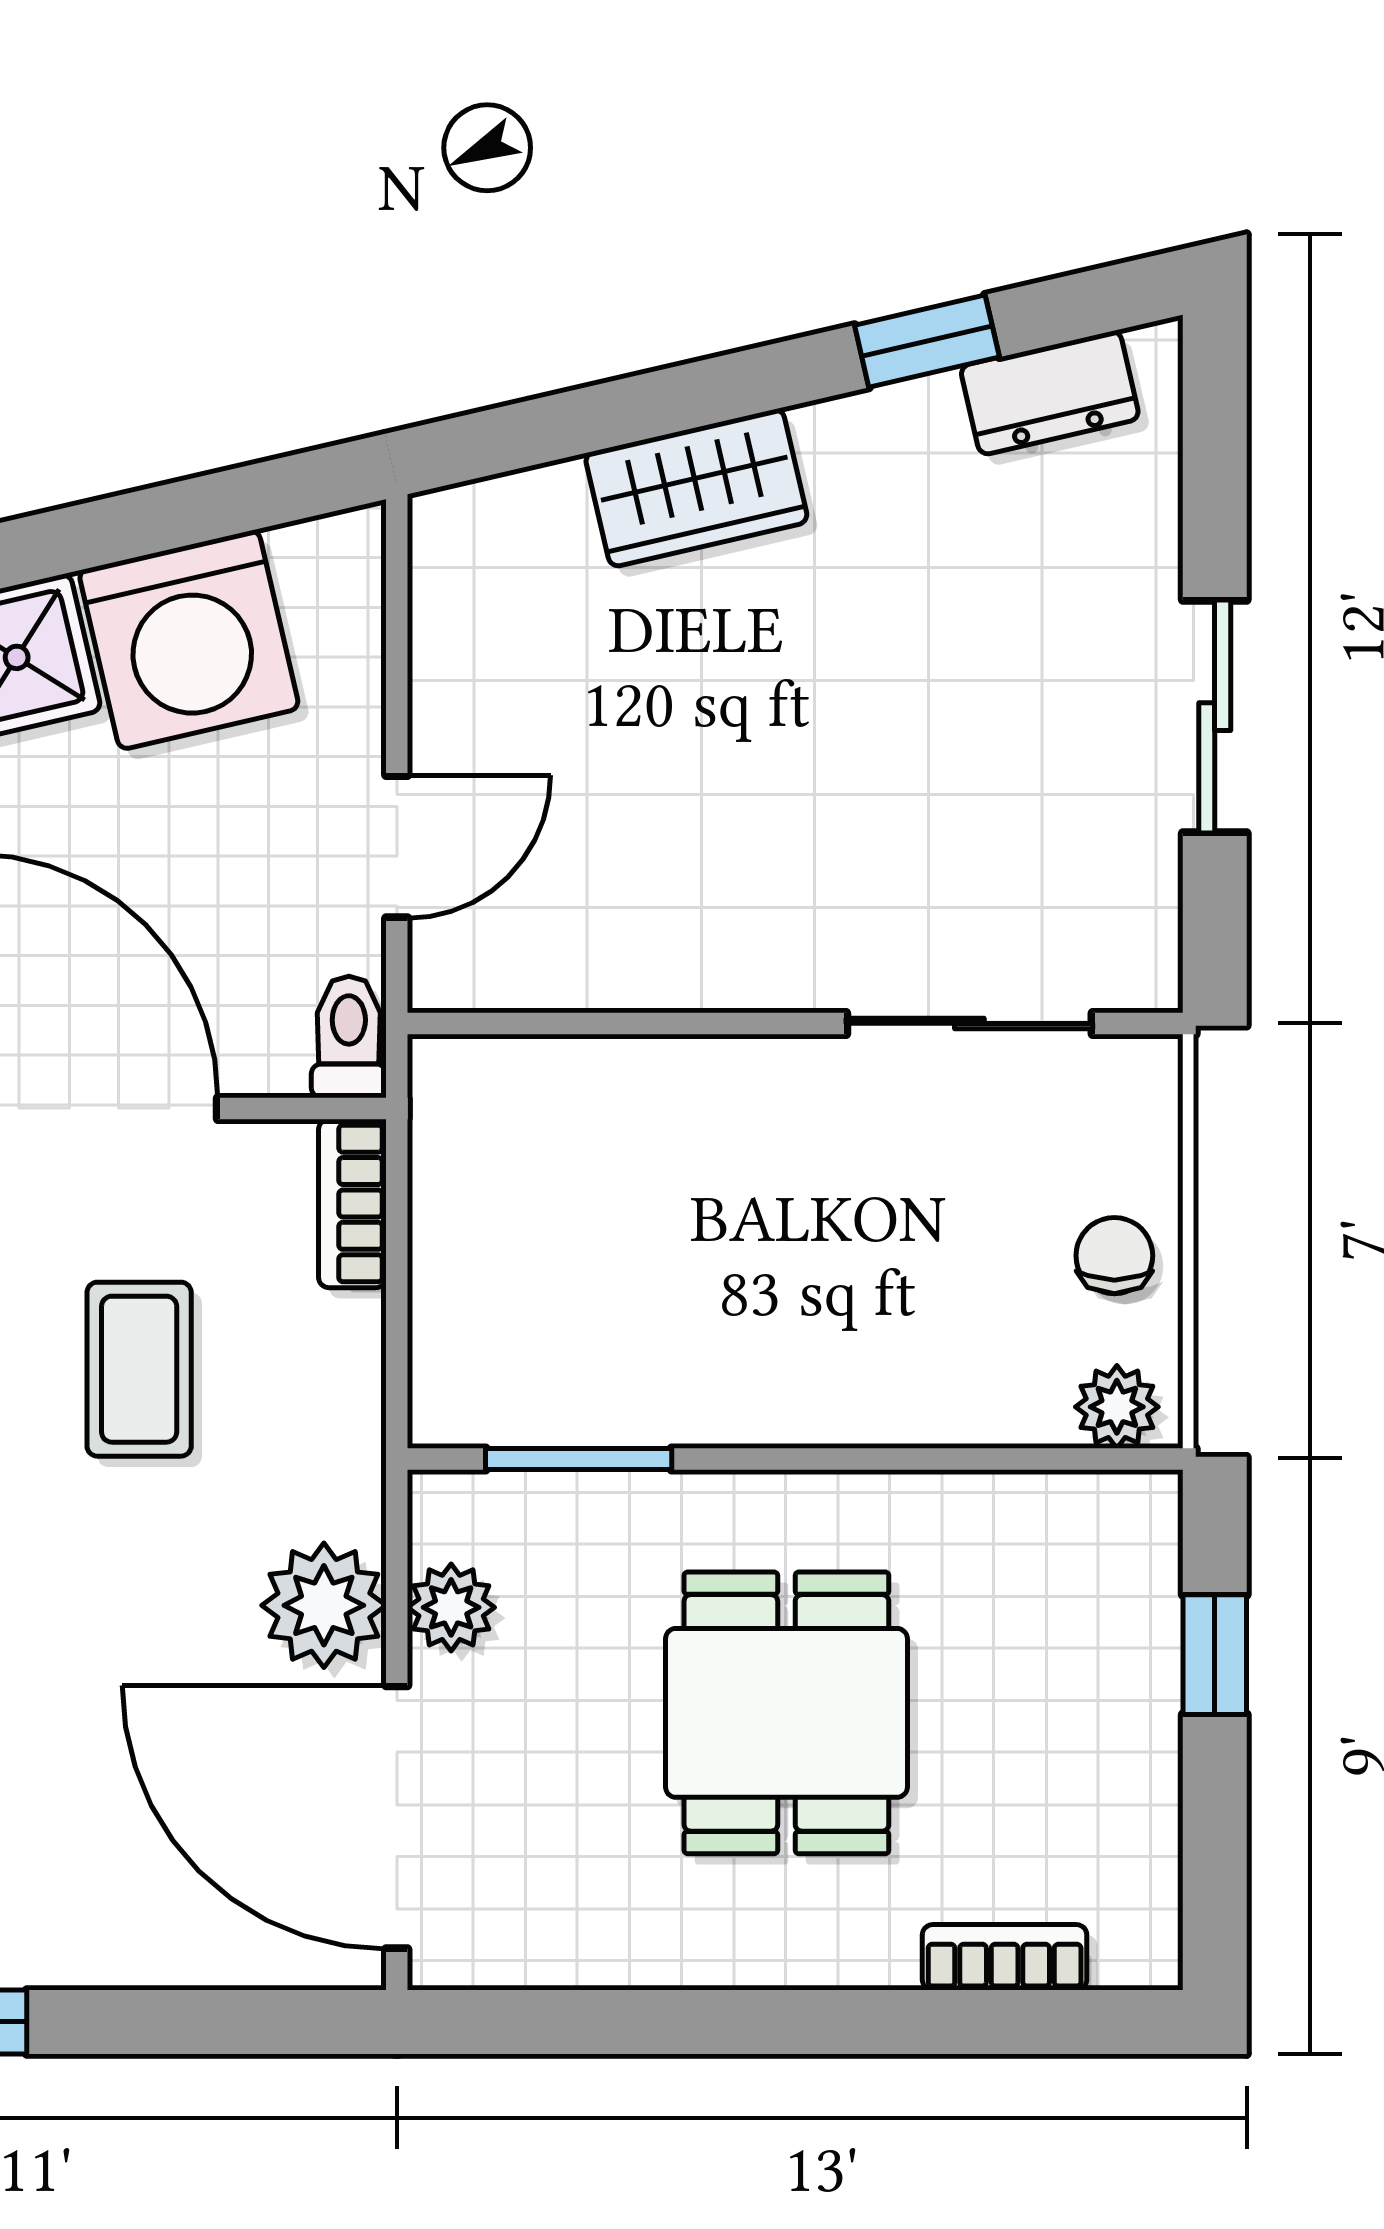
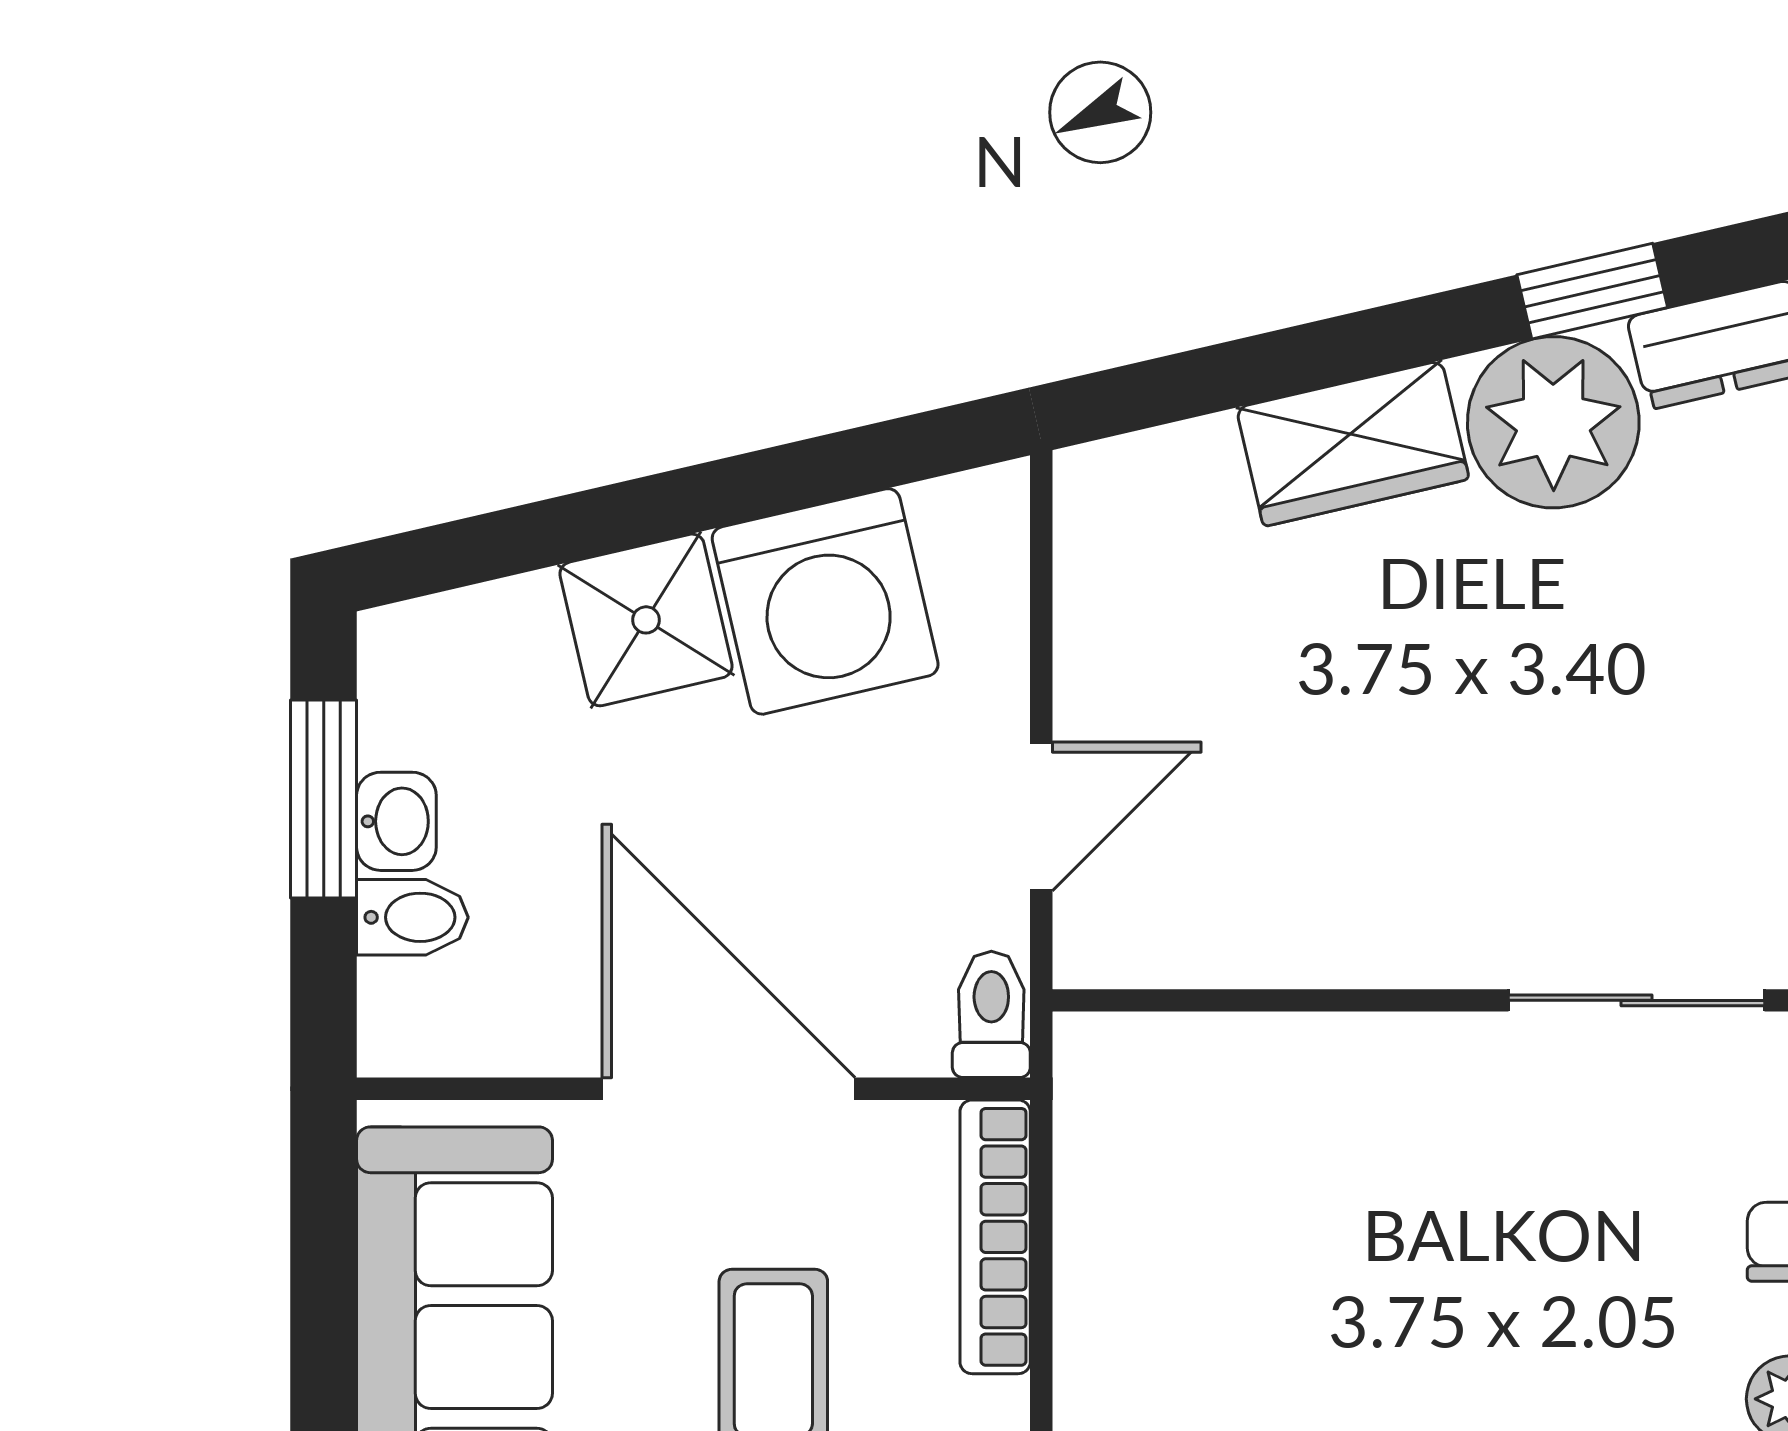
plant: (889, 467) -> (1553, 422), added
bookcase: (352, 1203) -> (995, 1237), width x1.56

